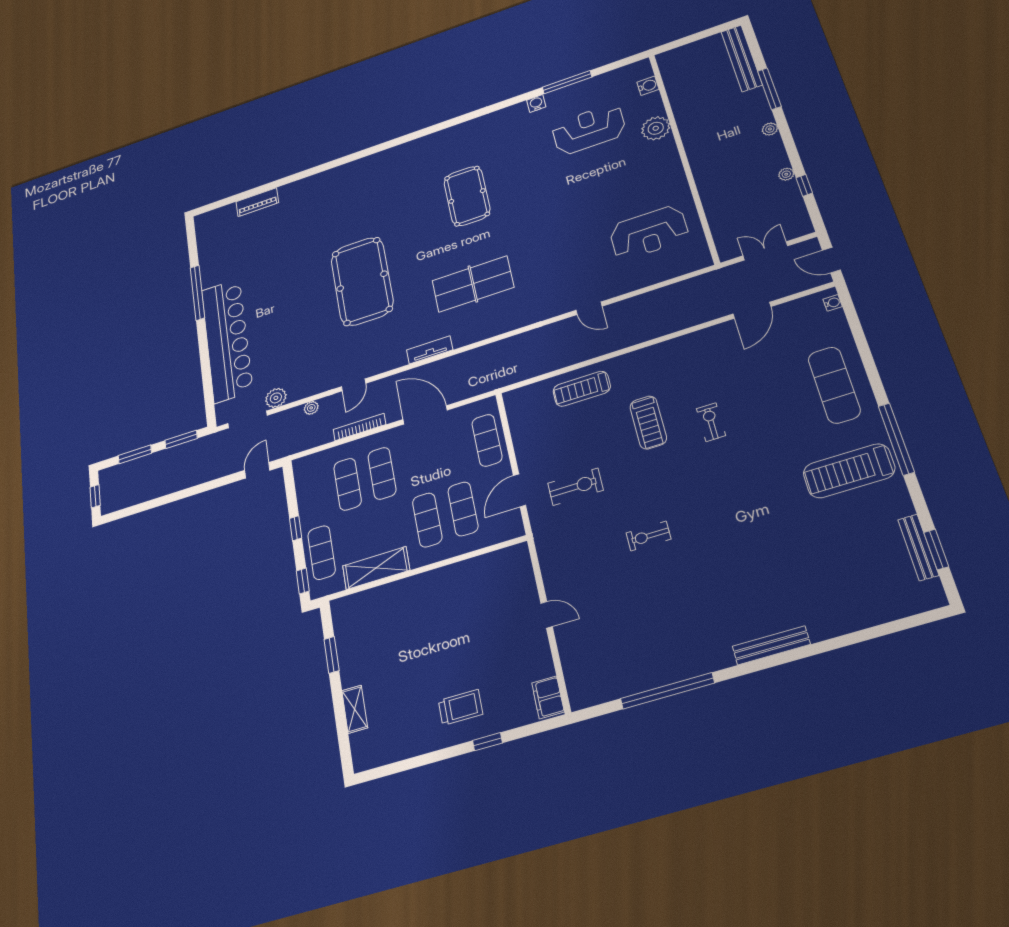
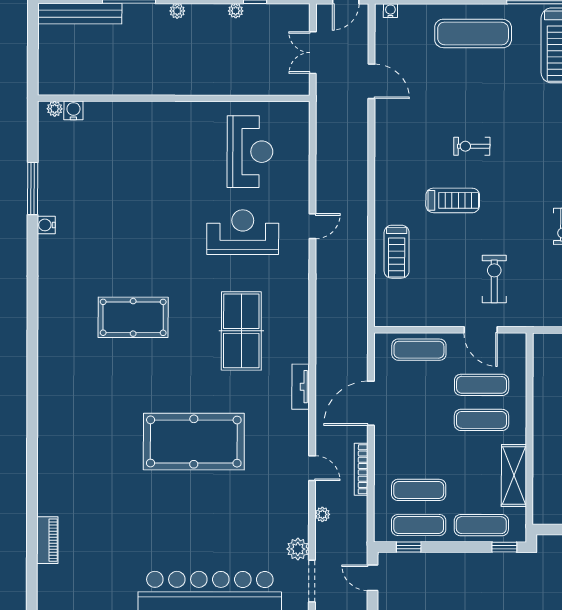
plant: (656, 128) -> (55, 109), moved, width x0.53, depth x0.53
reception desk: (589, 129) -> (243, 232), moved, turned 90
exercise mat: (382, 473) -> (419, 525), moved
window: (296, 528) -> (409, 547), moved

